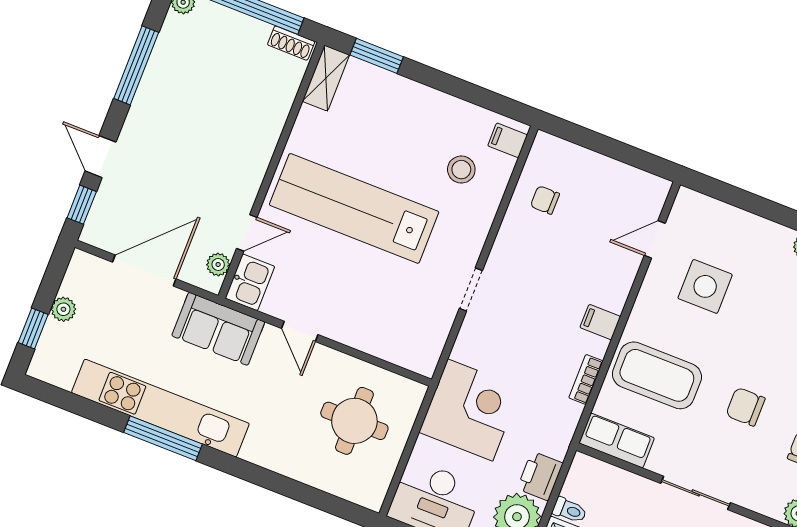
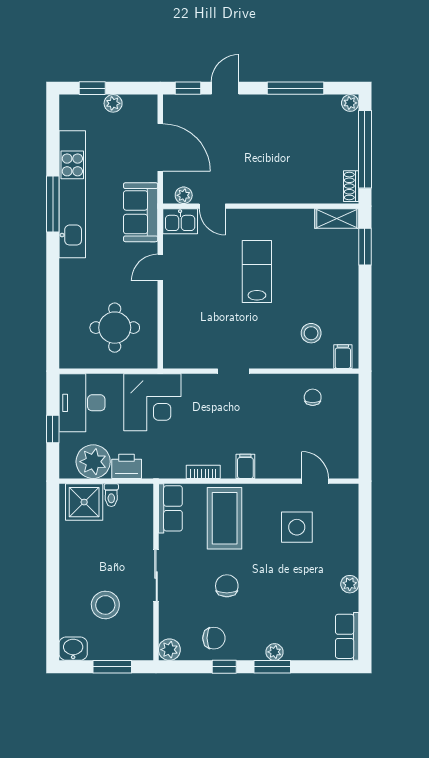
lab bench: (354, 208) -> (257, 272), width x0.54, depth x0.72

